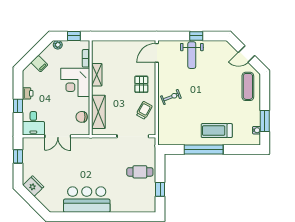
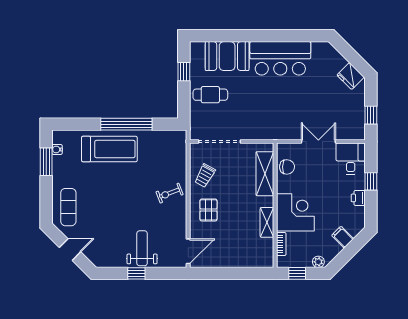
treadmill: (217, 131) -> (109, 149), width x1.37, depth x1.38
booth: (127, 201) -> (227, 56), added

